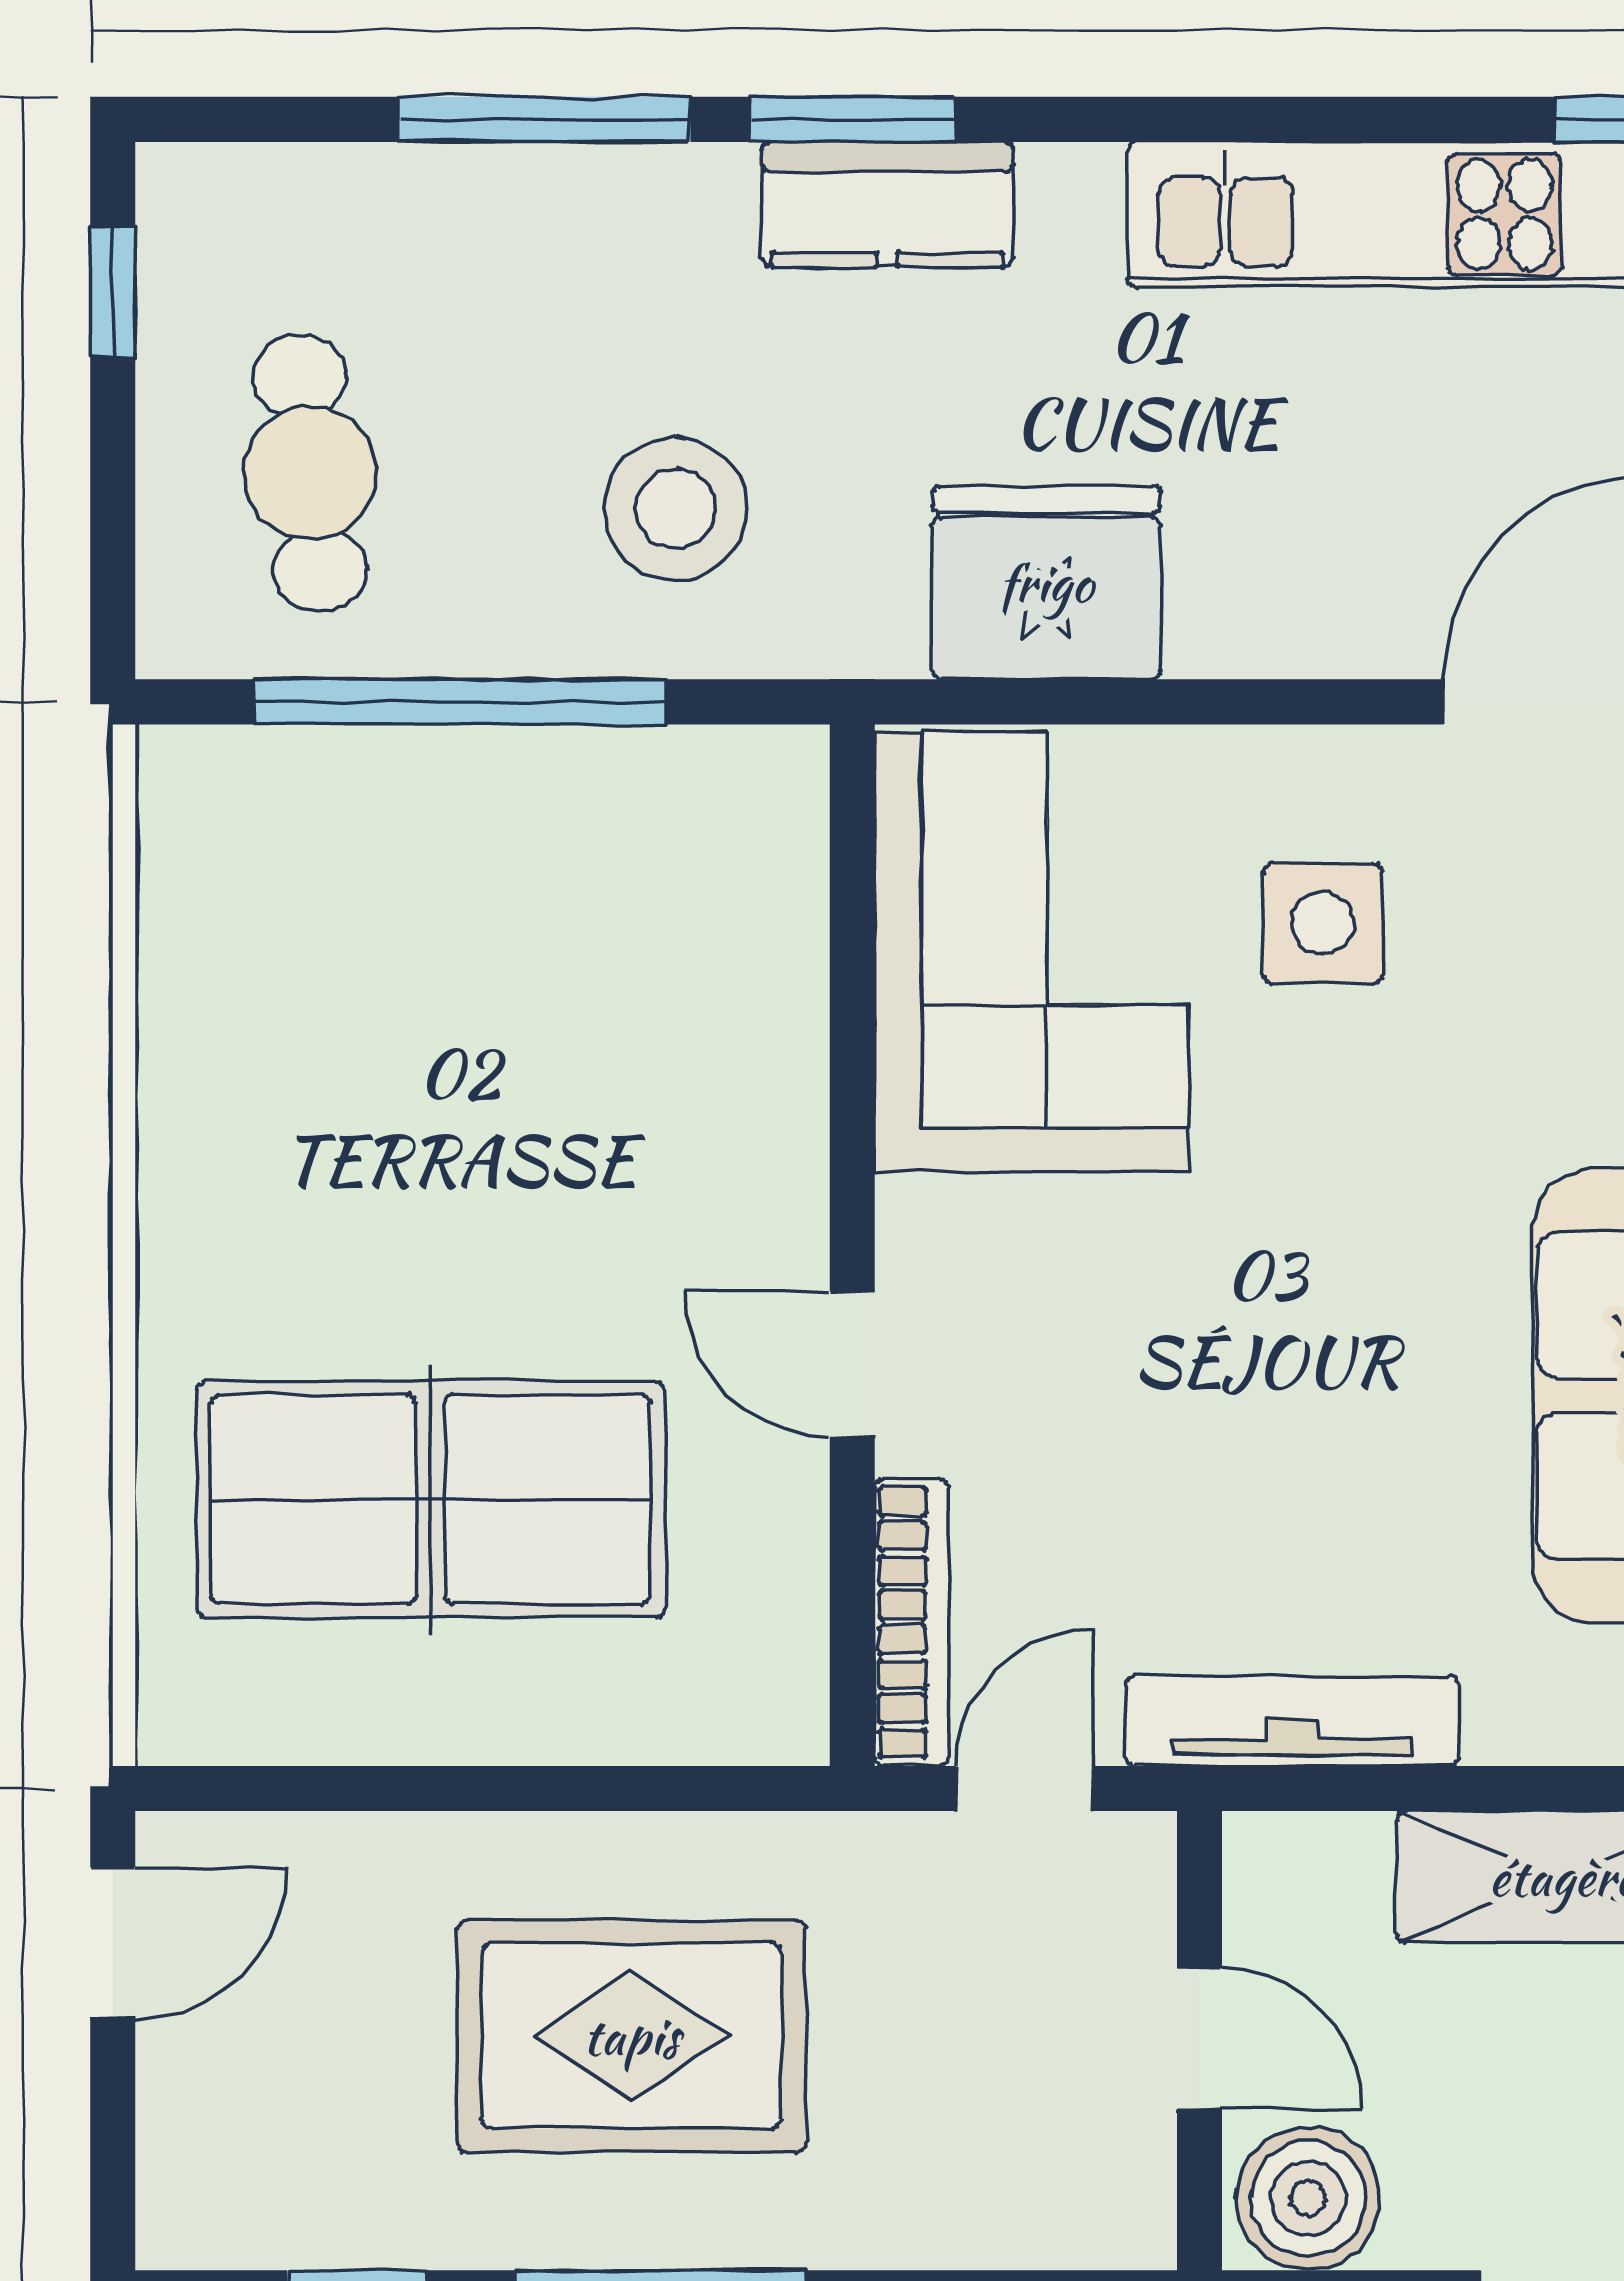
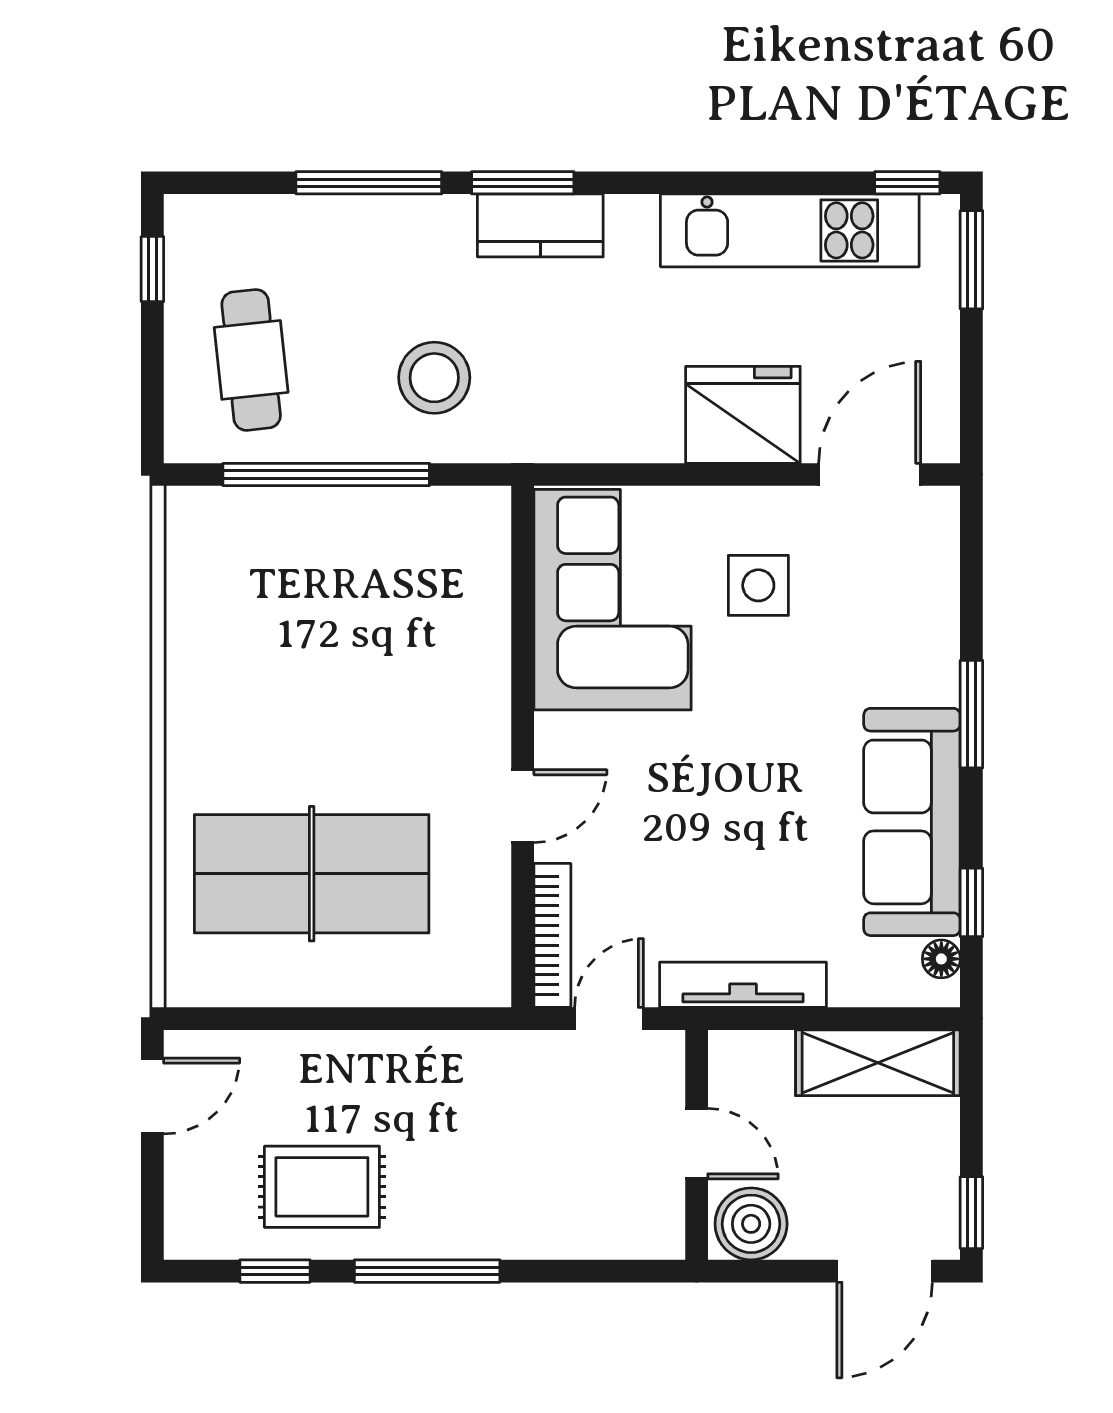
fridge: (1046, 583) -> (743, 415), moved
door: (852, 1364) -> (523, 806), swing flipped
rug: (631, 2036) -> (322, 1187), moved, width x0.73, depth x0.70

